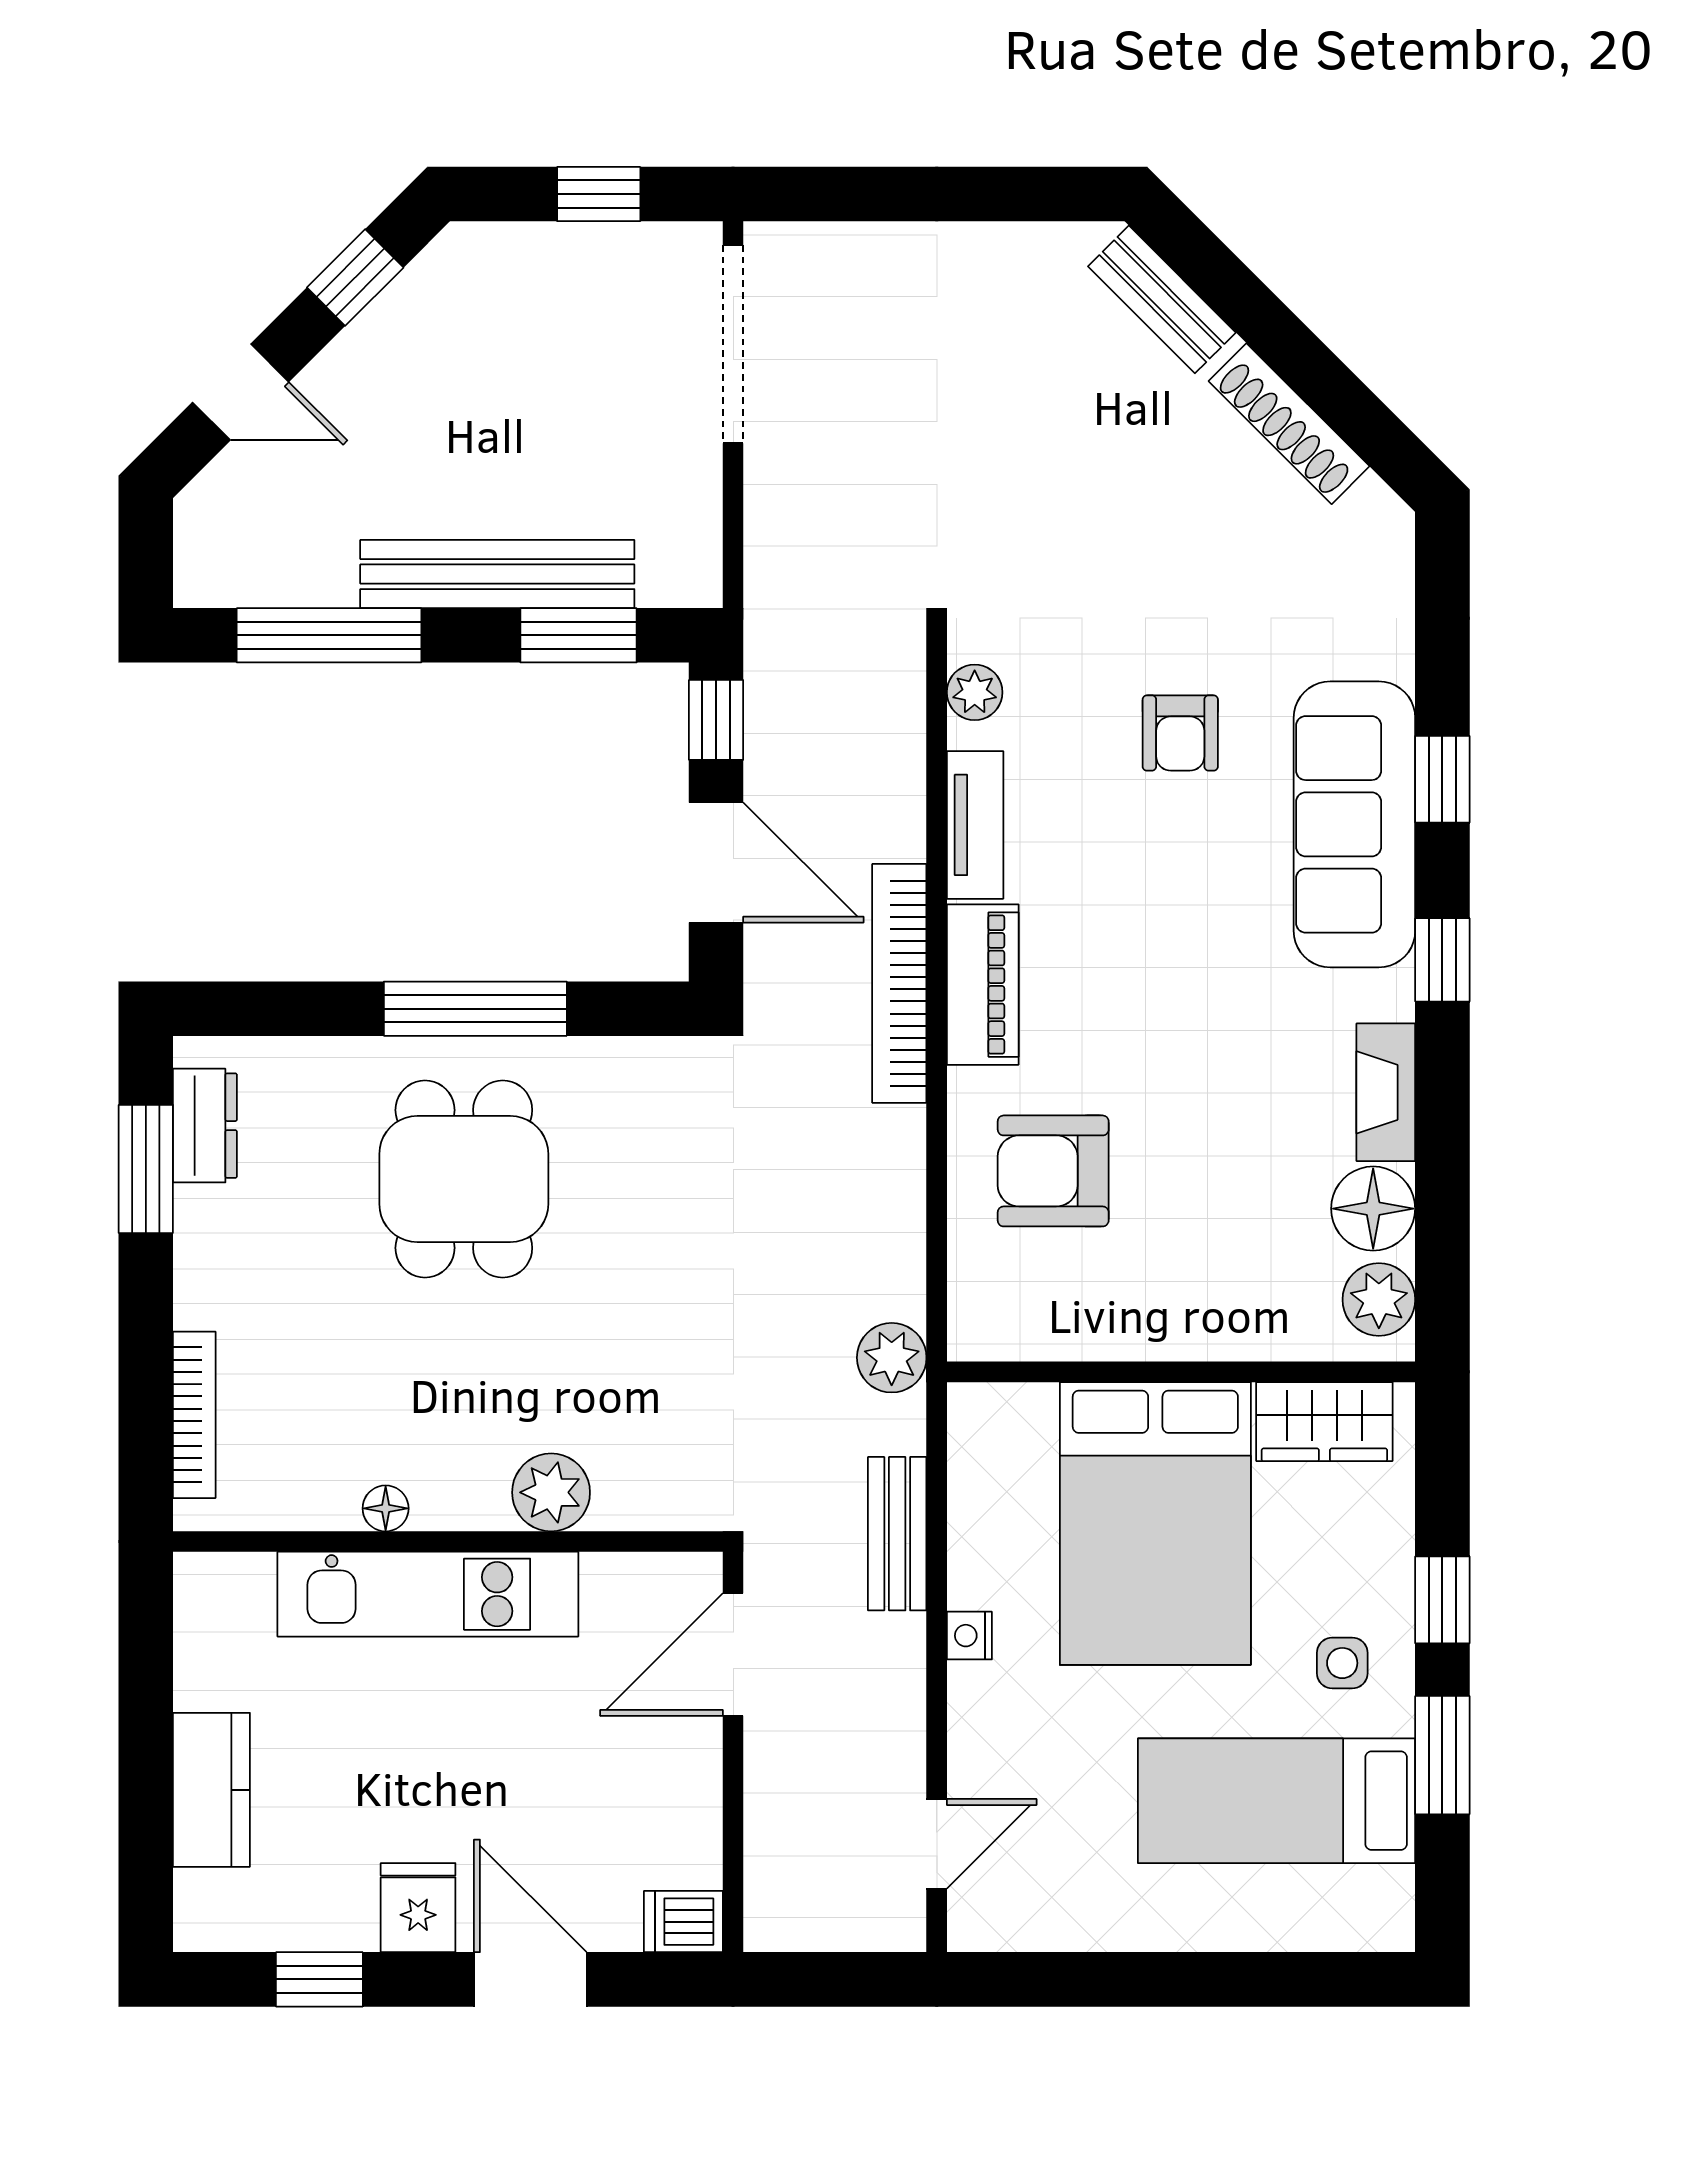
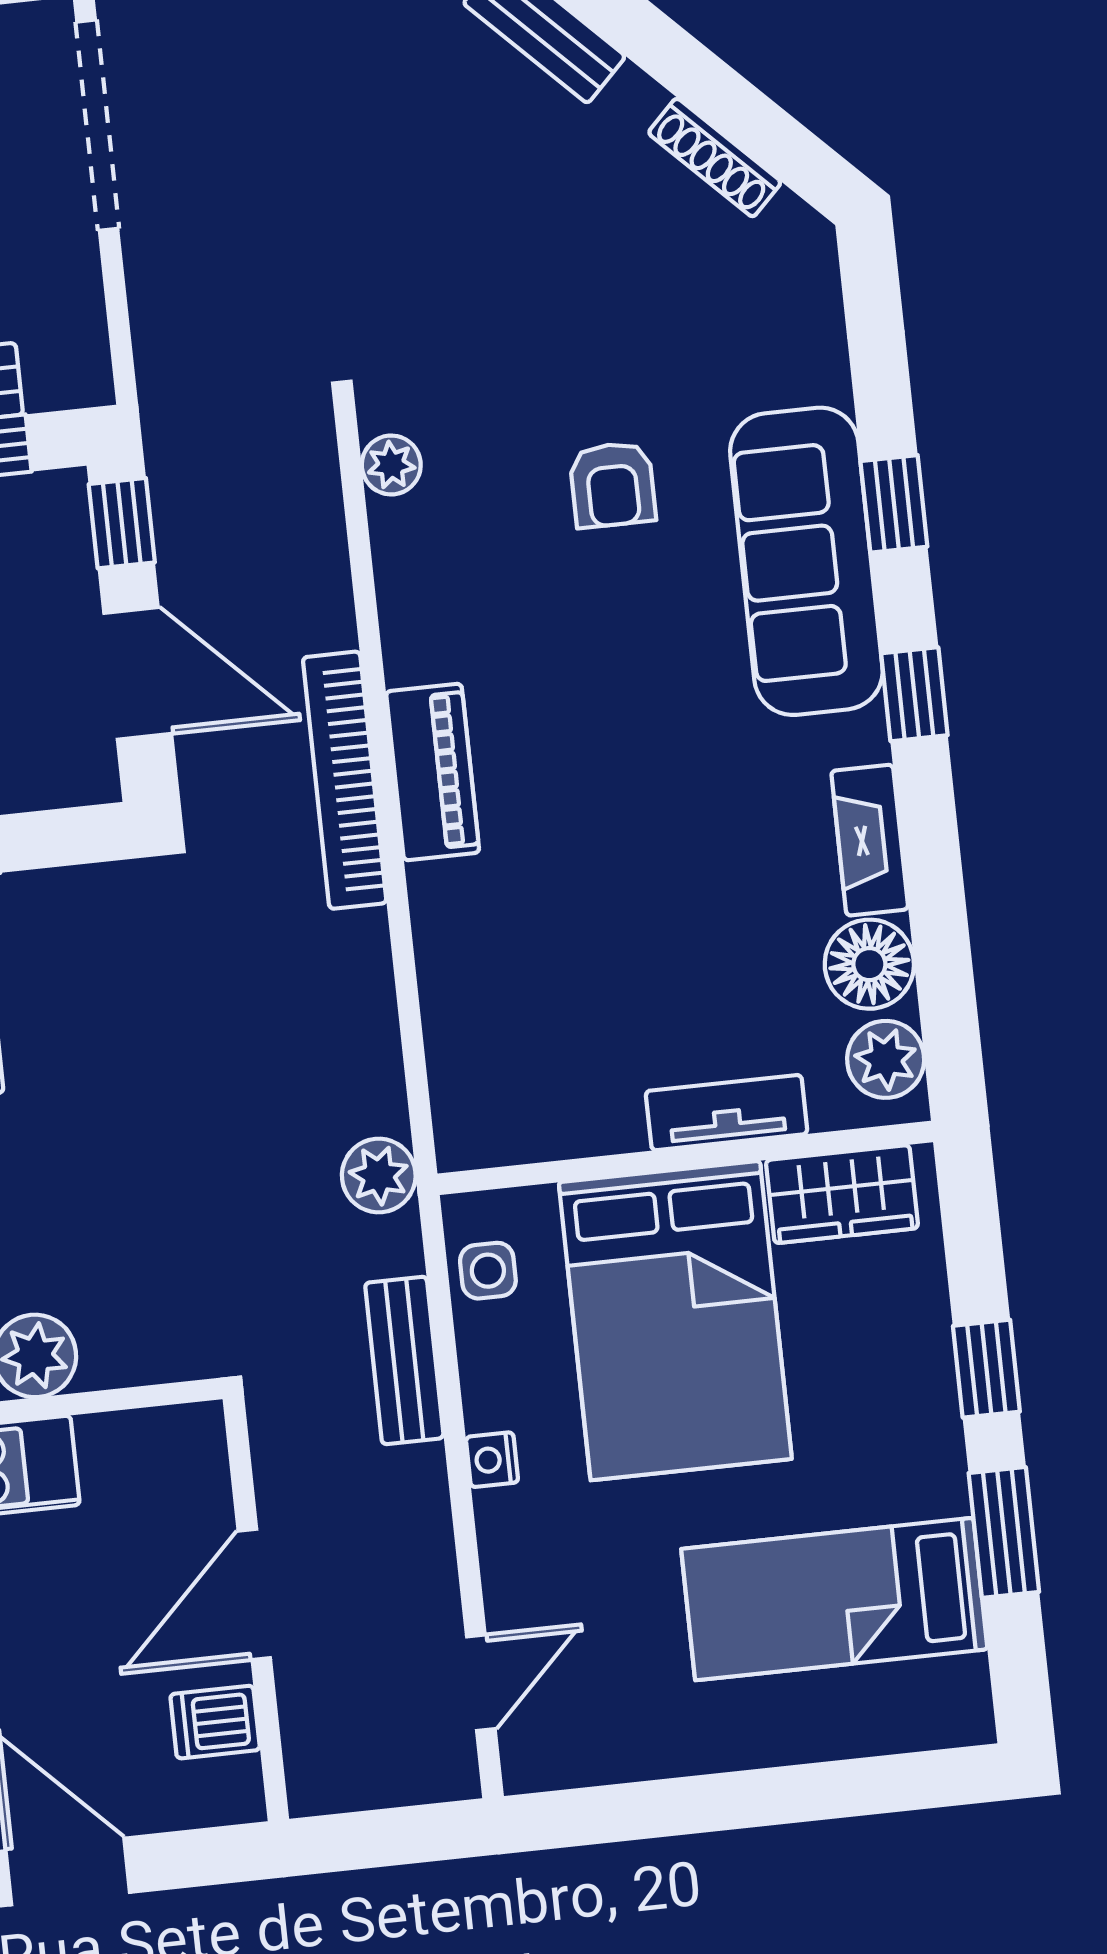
shoe rack: (1289, 424) -> (715, 158), width x0.74, depth x0.81
tv unit: (975, 825) -> (727, 1113), moved, turned -90
armchair: (1053, 1171) -> (528, 961), removed
door: (733, 1655) -> (254, 1594), moved
side table: (1342, 1663) -> (488, 1271), moved
dishwasher: (683, 1922) -> (215, 1722), moved

